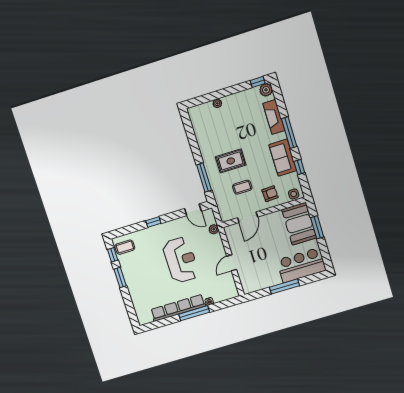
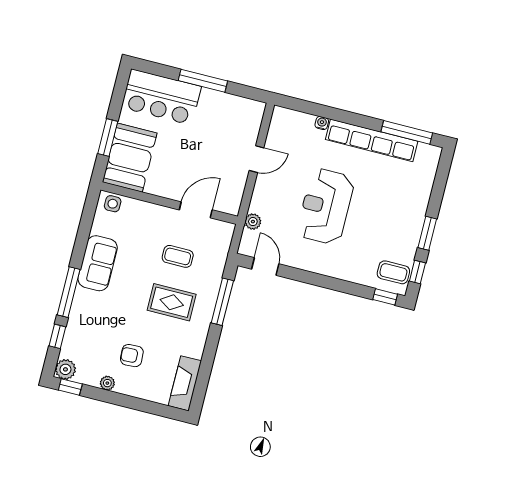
plant: (217, 103) -> (107, 383), moved
fireplace: (274, 117) -> (185, 383), moved, turned 180
window: (299, 167) -> (57, 336), moved
armchair: (270, 194) -> (132, 356), moved
window: (153, 222) -> (385, 297), moved
window: (194, 313) -> (407, 132), moved

